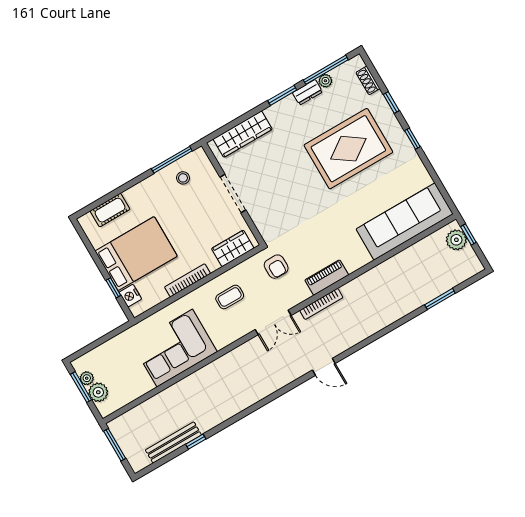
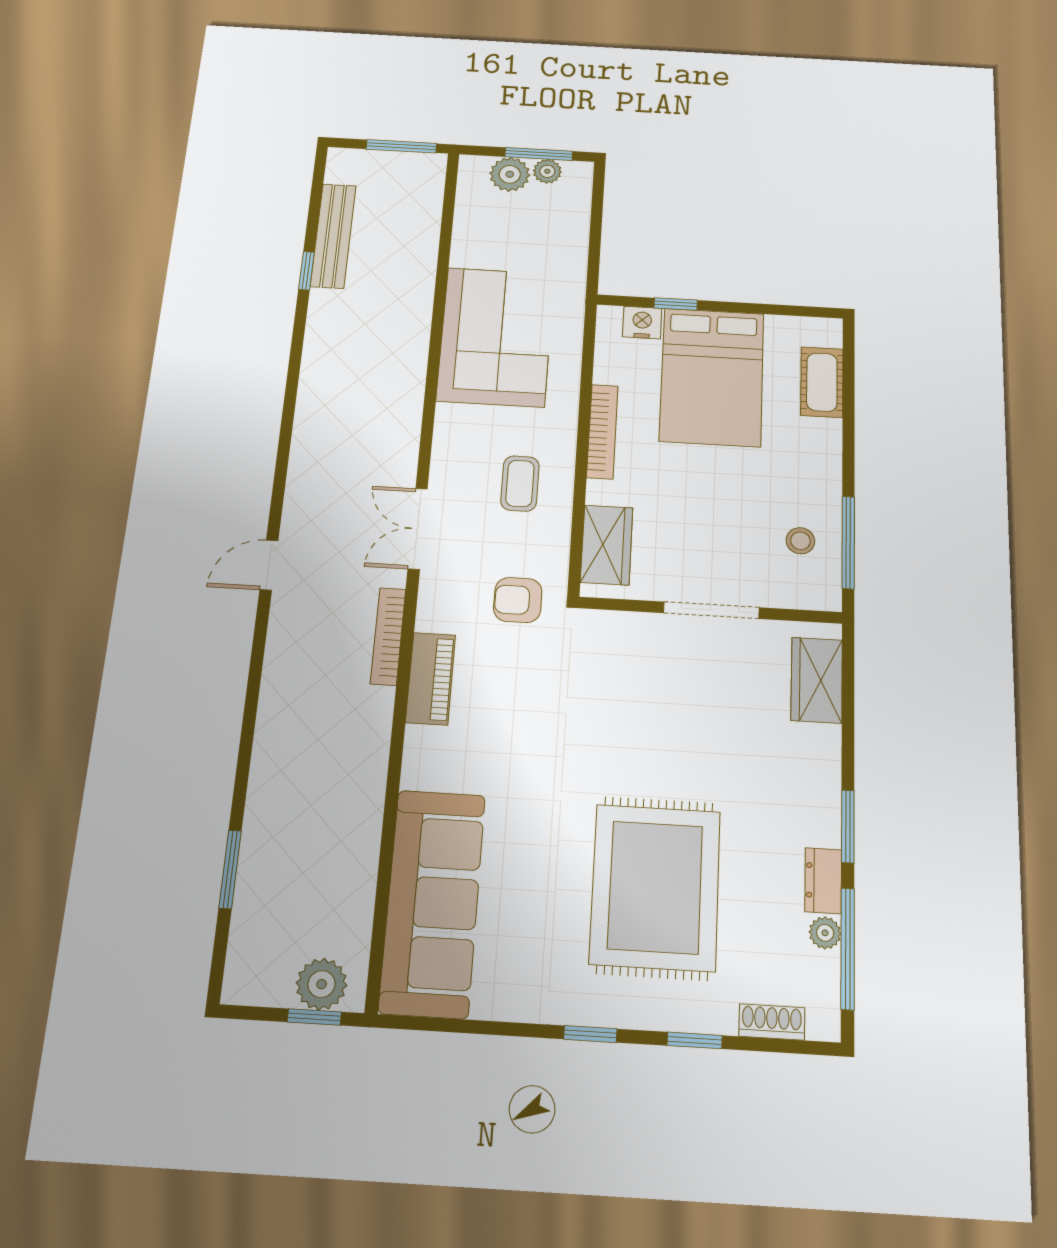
wardrobe: (243, 134) -> (817, 680), width x0.67

